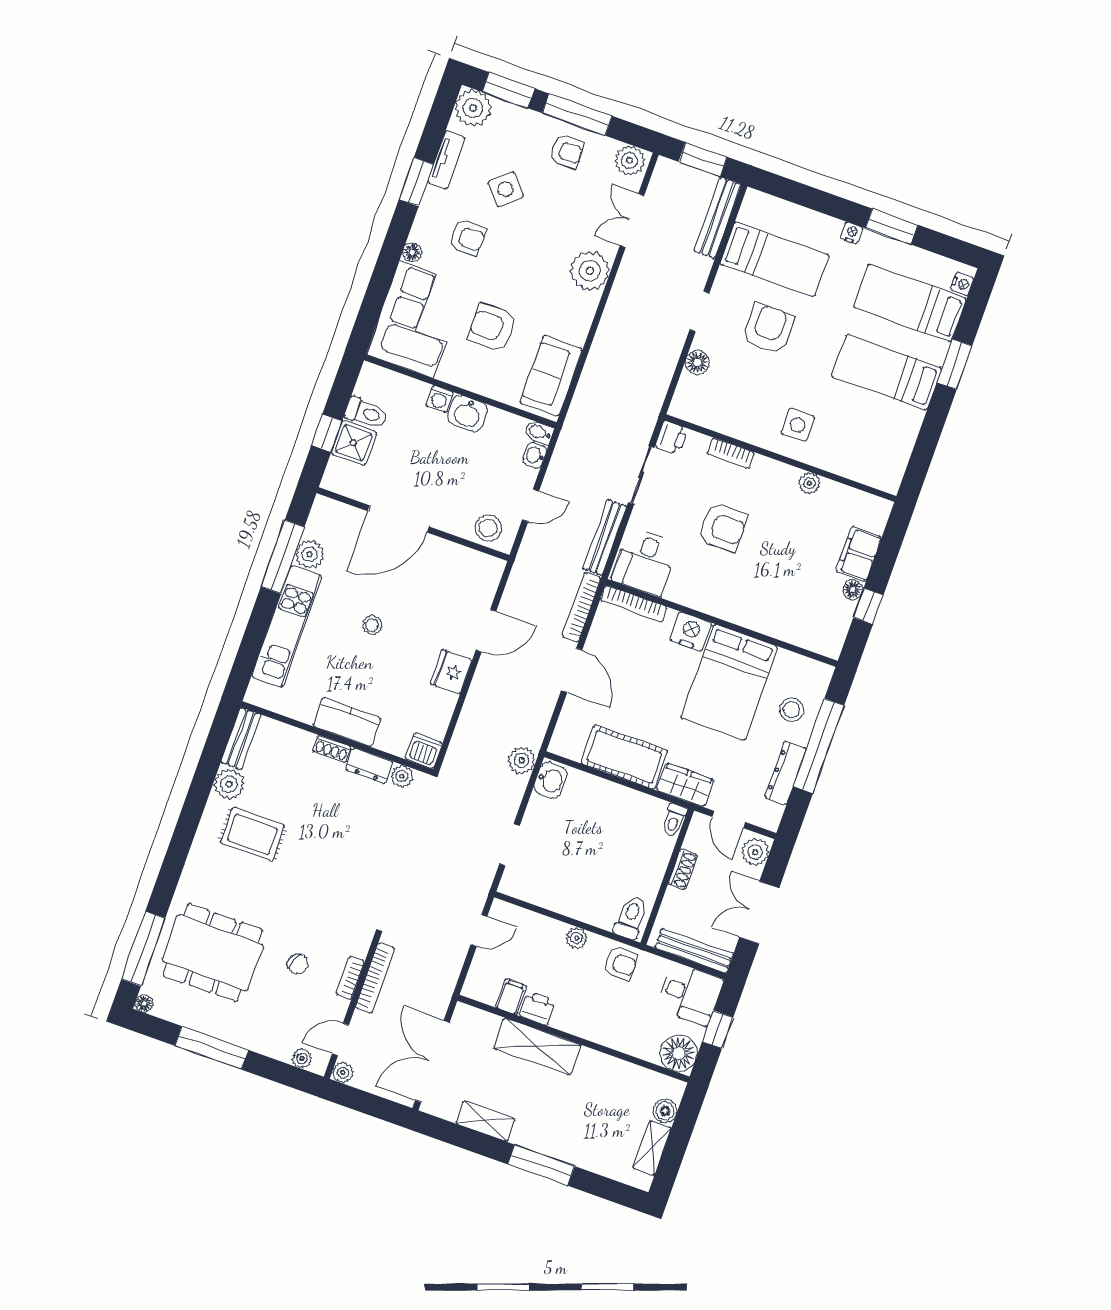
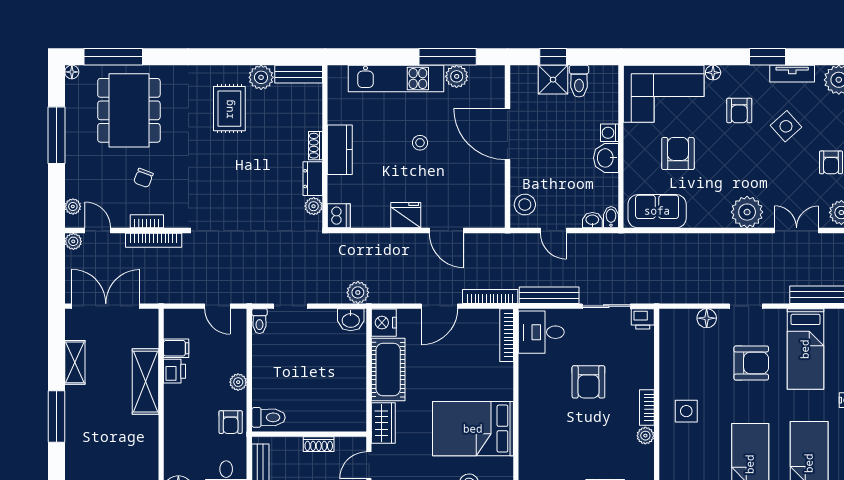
bookcase: (731, 453) -> (647, 407), moved
nightstand: (691, 632) -> (384, 323), moved, turned 180
toilet: (674, 820) -> (259, 321), moved, turned -90

